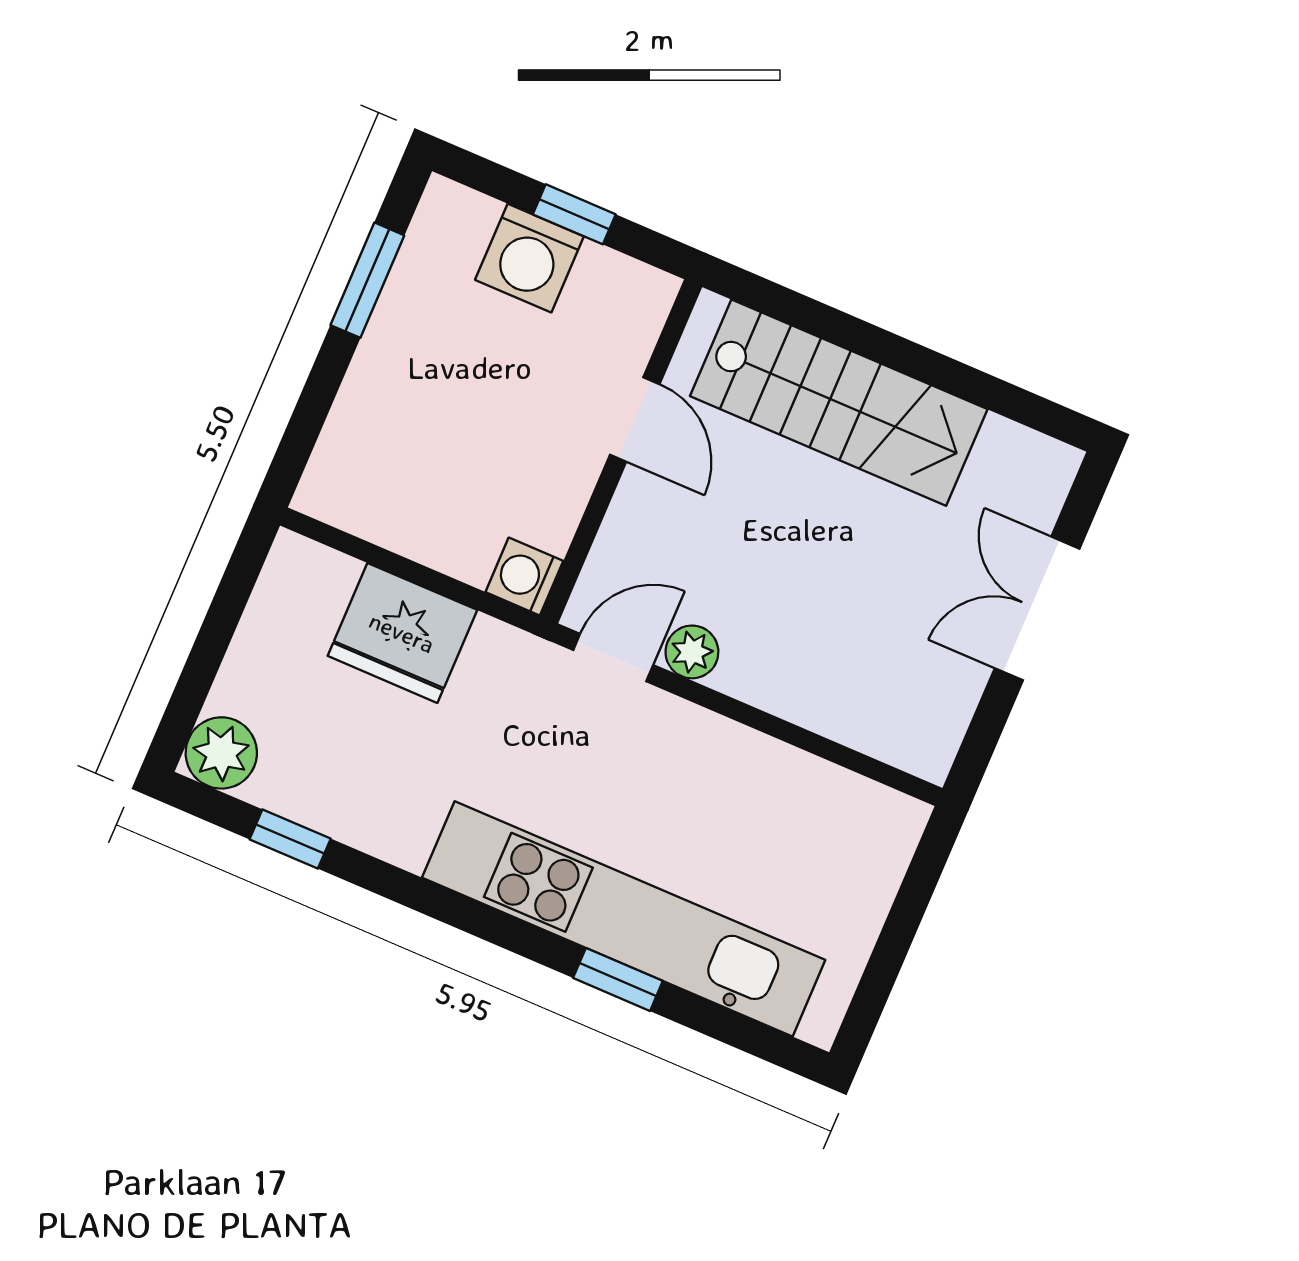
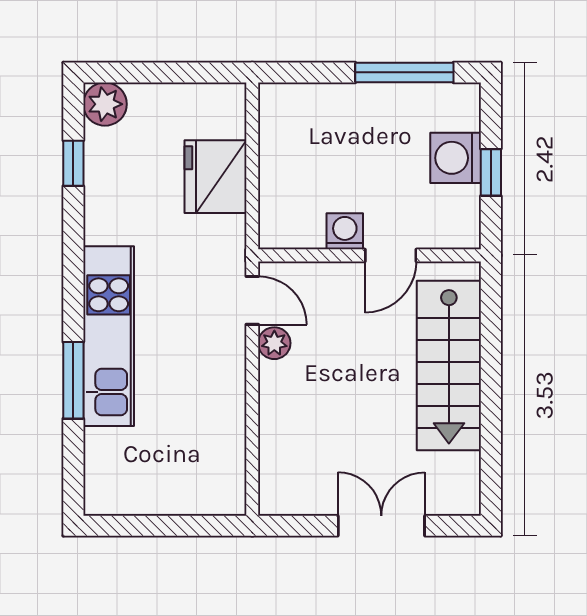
window: (367, 280) -> (404, 72), width x1.44
washing machine: (524, 576) -> (345, 231), moved
kitchen unit: (624, 919) -> (109, 336), width x0.73
window: (618, 979) -> (73, 380), width x1.50

